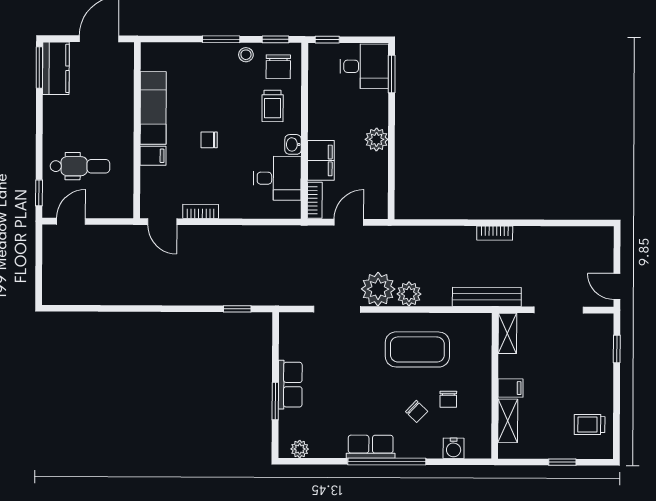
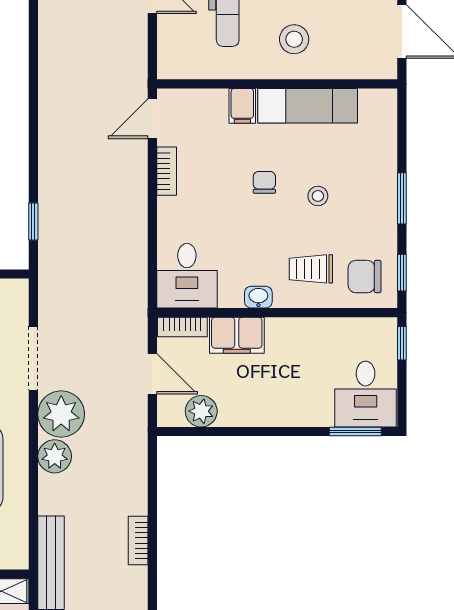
stool: (246, 55) -> (318, 196), moved
stool: (104, 118) -> (294, 39), added
plant: (377, 139) -> (201, 411), moved
desk: (277, 178) -> (187, 276), moved
bookcase: (495, 233) -> (138, 540), moved

